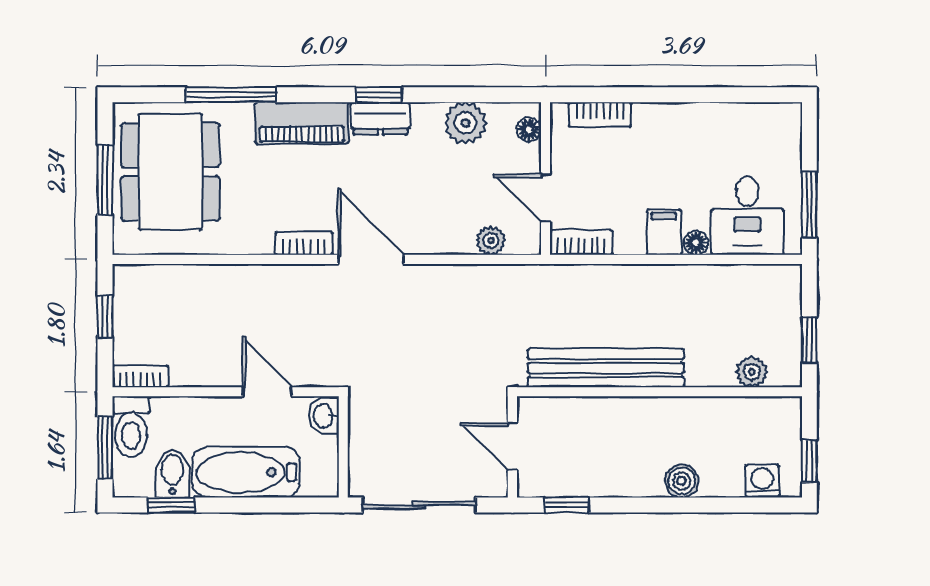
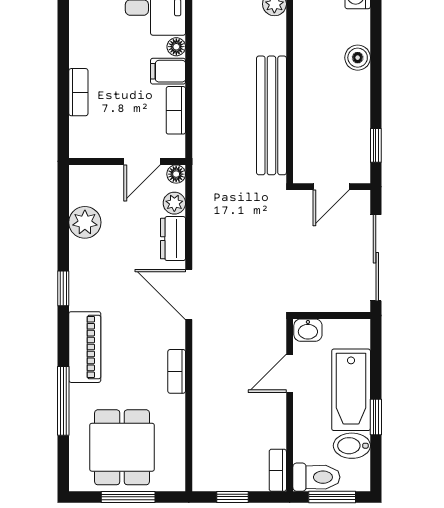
bookcase: (600, 114) -> (78, 92), moved
dresser: (380, 118) -> (173, 239), moved, turned 180
floor lamp: (529, 130) -> (176, 174), moved
dining table: (170, 172) -> (122, 447), width x0.73
bookcase: (581, 242) -> (176, 110), moved
bookcase: (304, 243) -> (177, 371), moved
door: (371, 259) -> (189, 294), hinge flipped
window: (171, 505) -> (376, 417), moved

